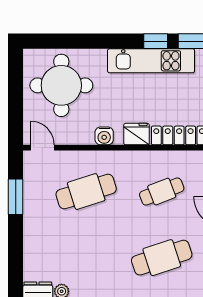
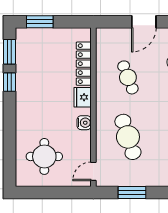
kitchen unit: (151, 61) -> (25, 86), removed
round table: (61, 85) -> (44, 156), width x0.73, depth x0.73

